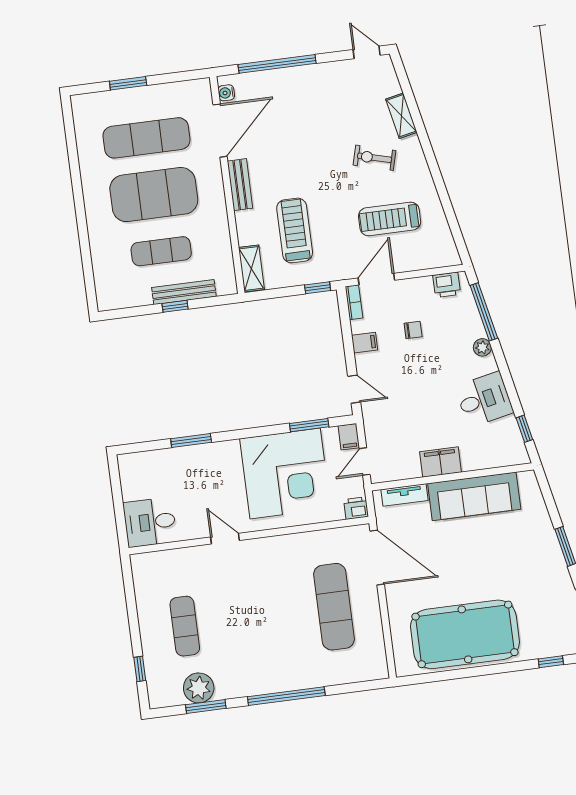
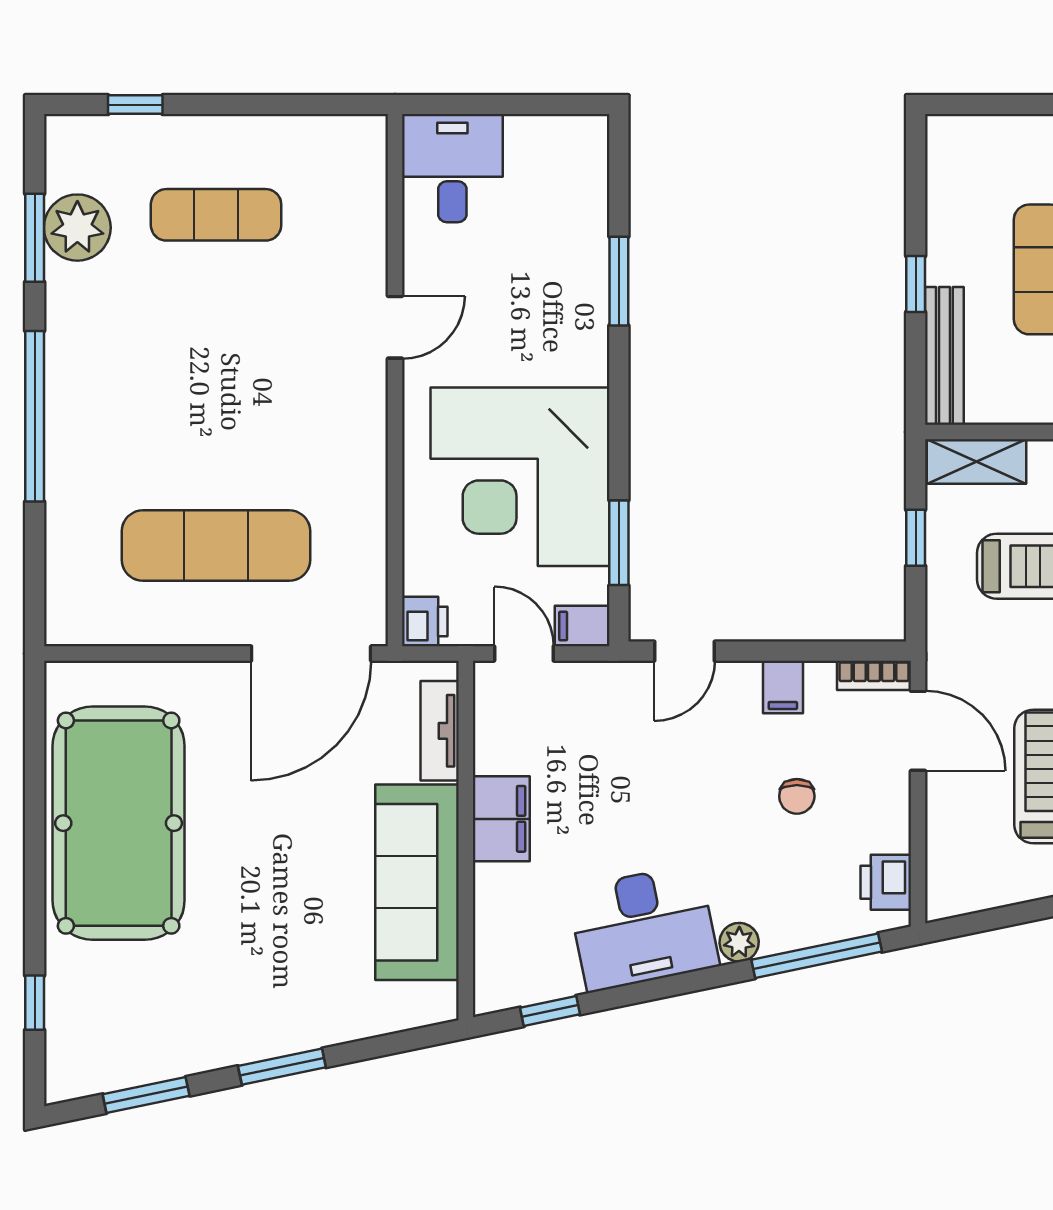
window: (318, 288) -> (916, 538), moved
bench: (184, 292) -> (944, 356), moved
desk: (484, 399) -> (643, 928), width x1.37

